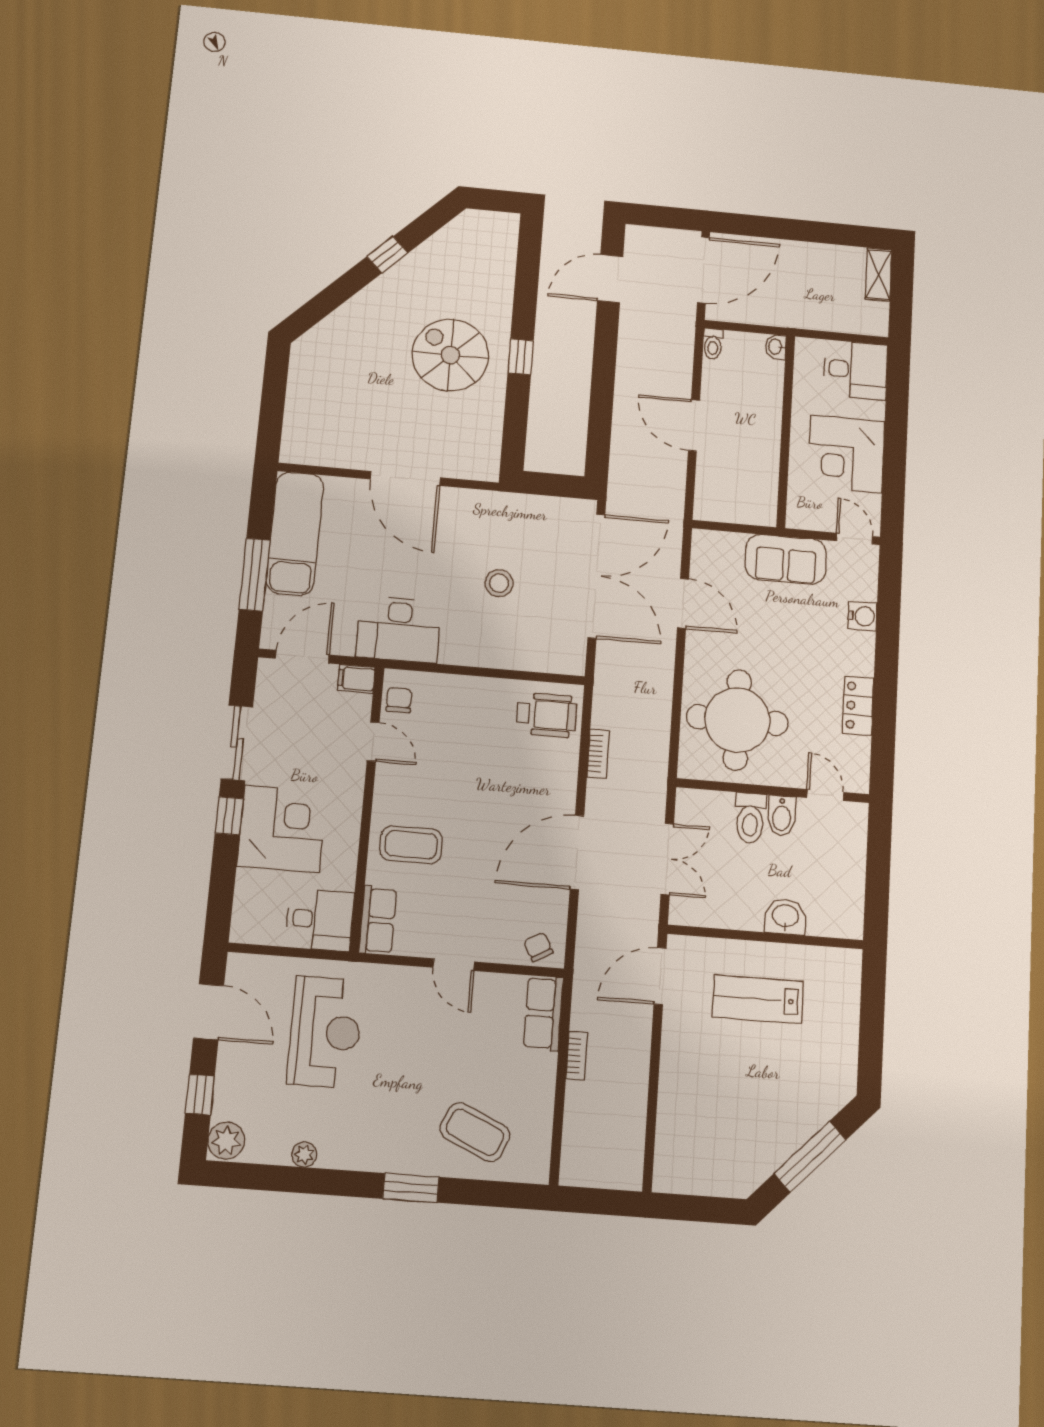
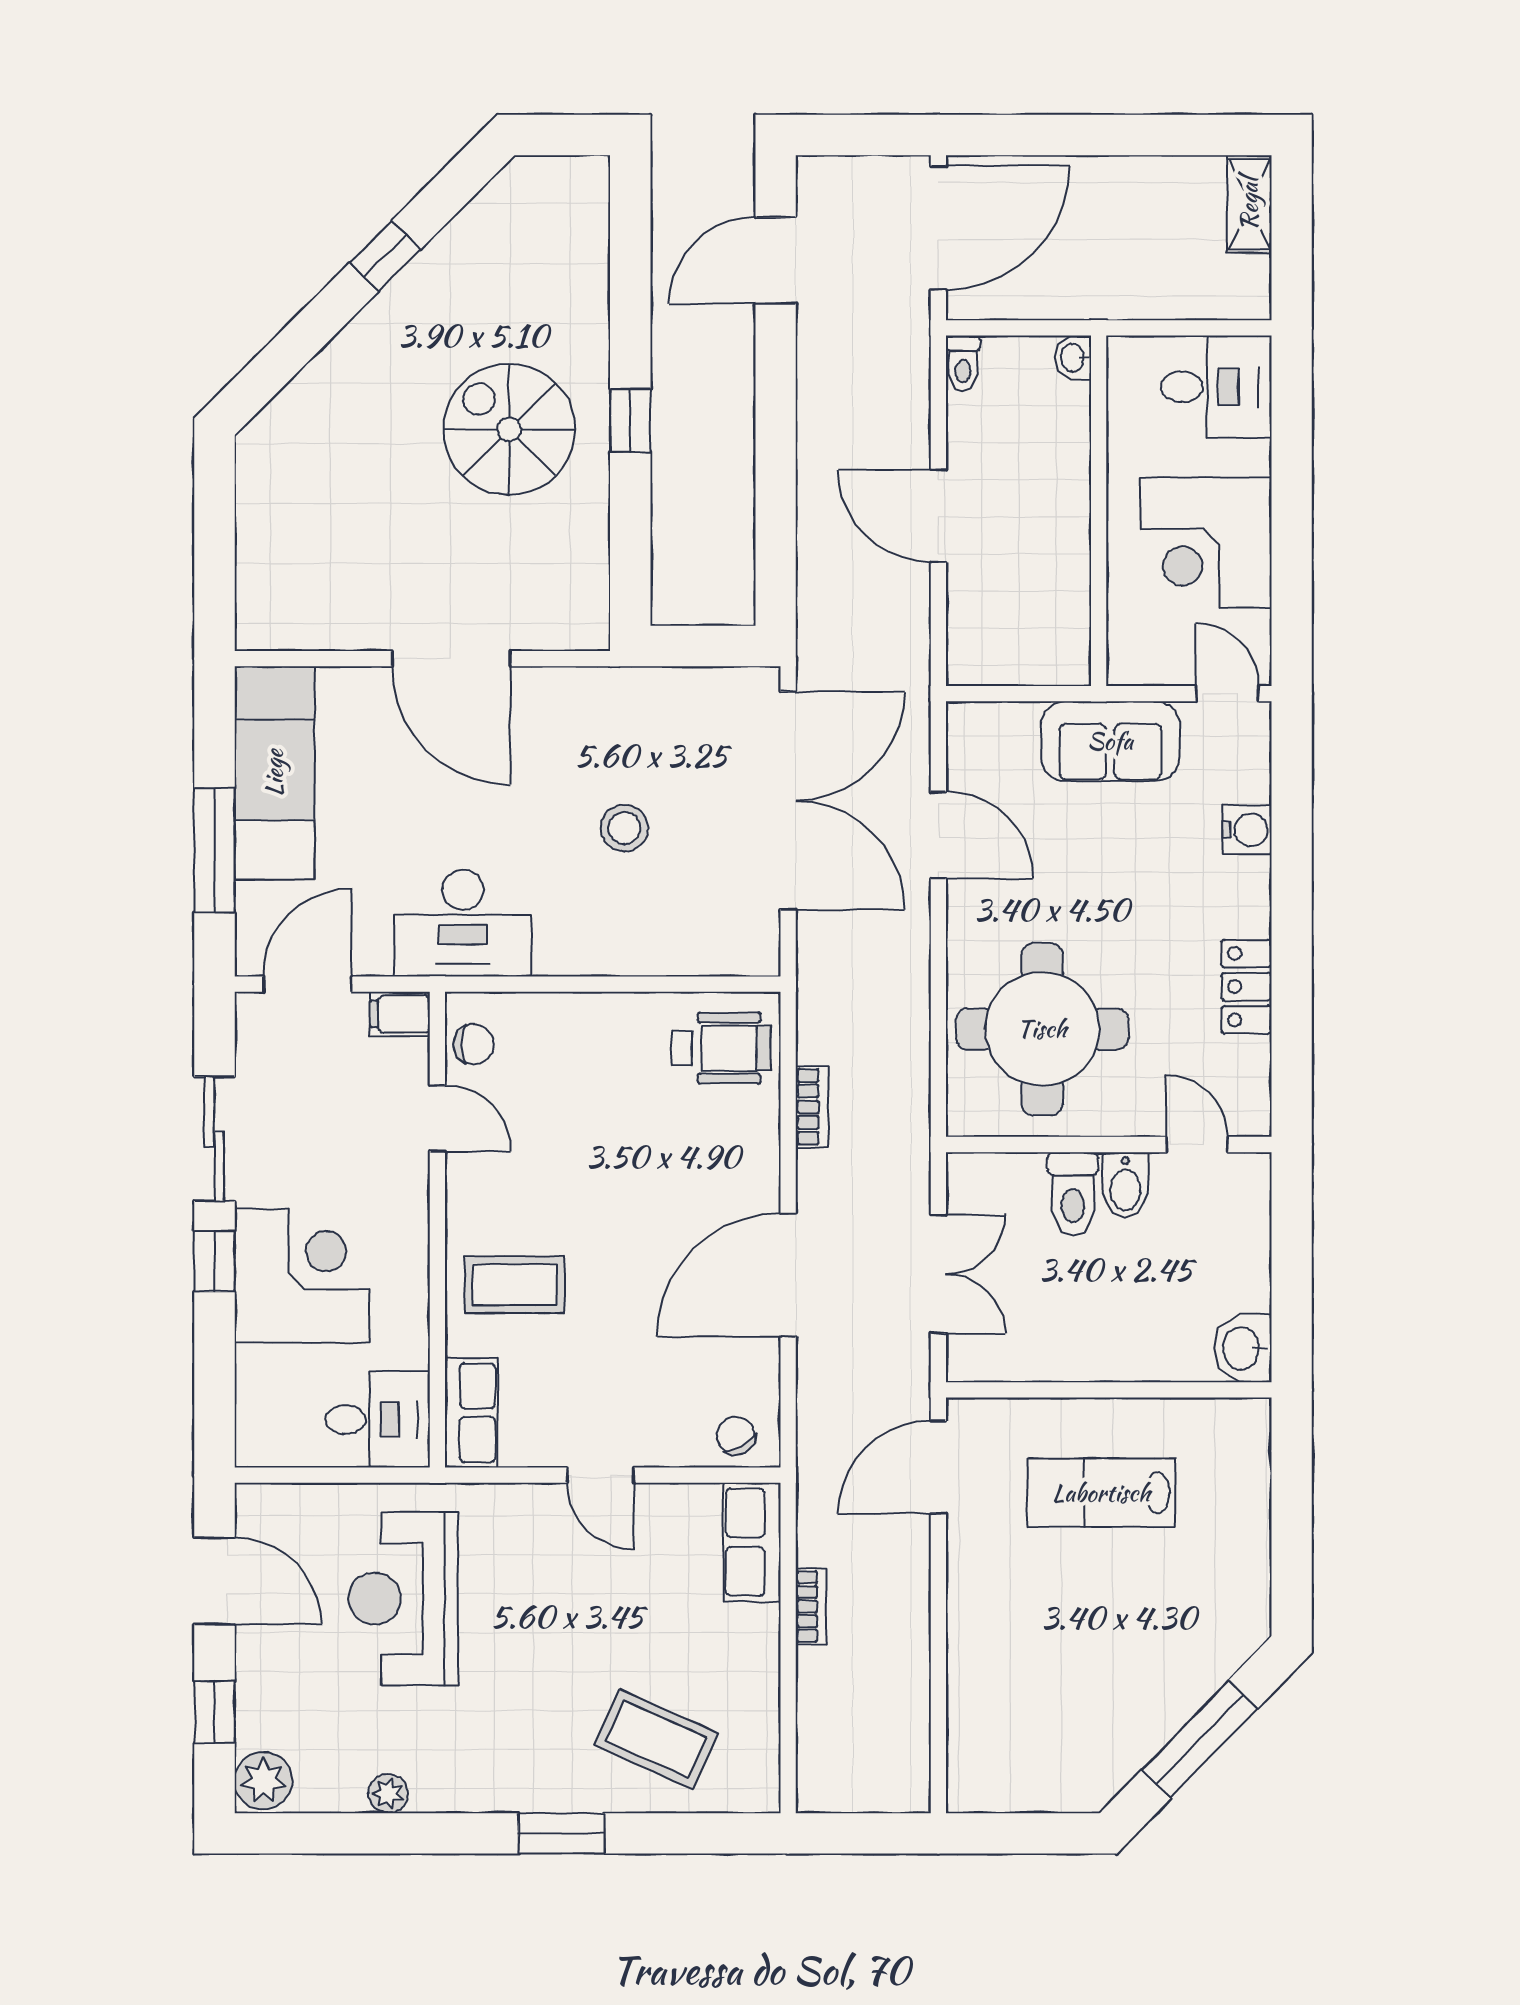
chair: (399, 700) -> (474, 1044), turned 90
washbasin: (785, 917) -> (1243, 1348), moved, turned -90
reception desk: (325, 1032) -> (403, 1599), turned 180

